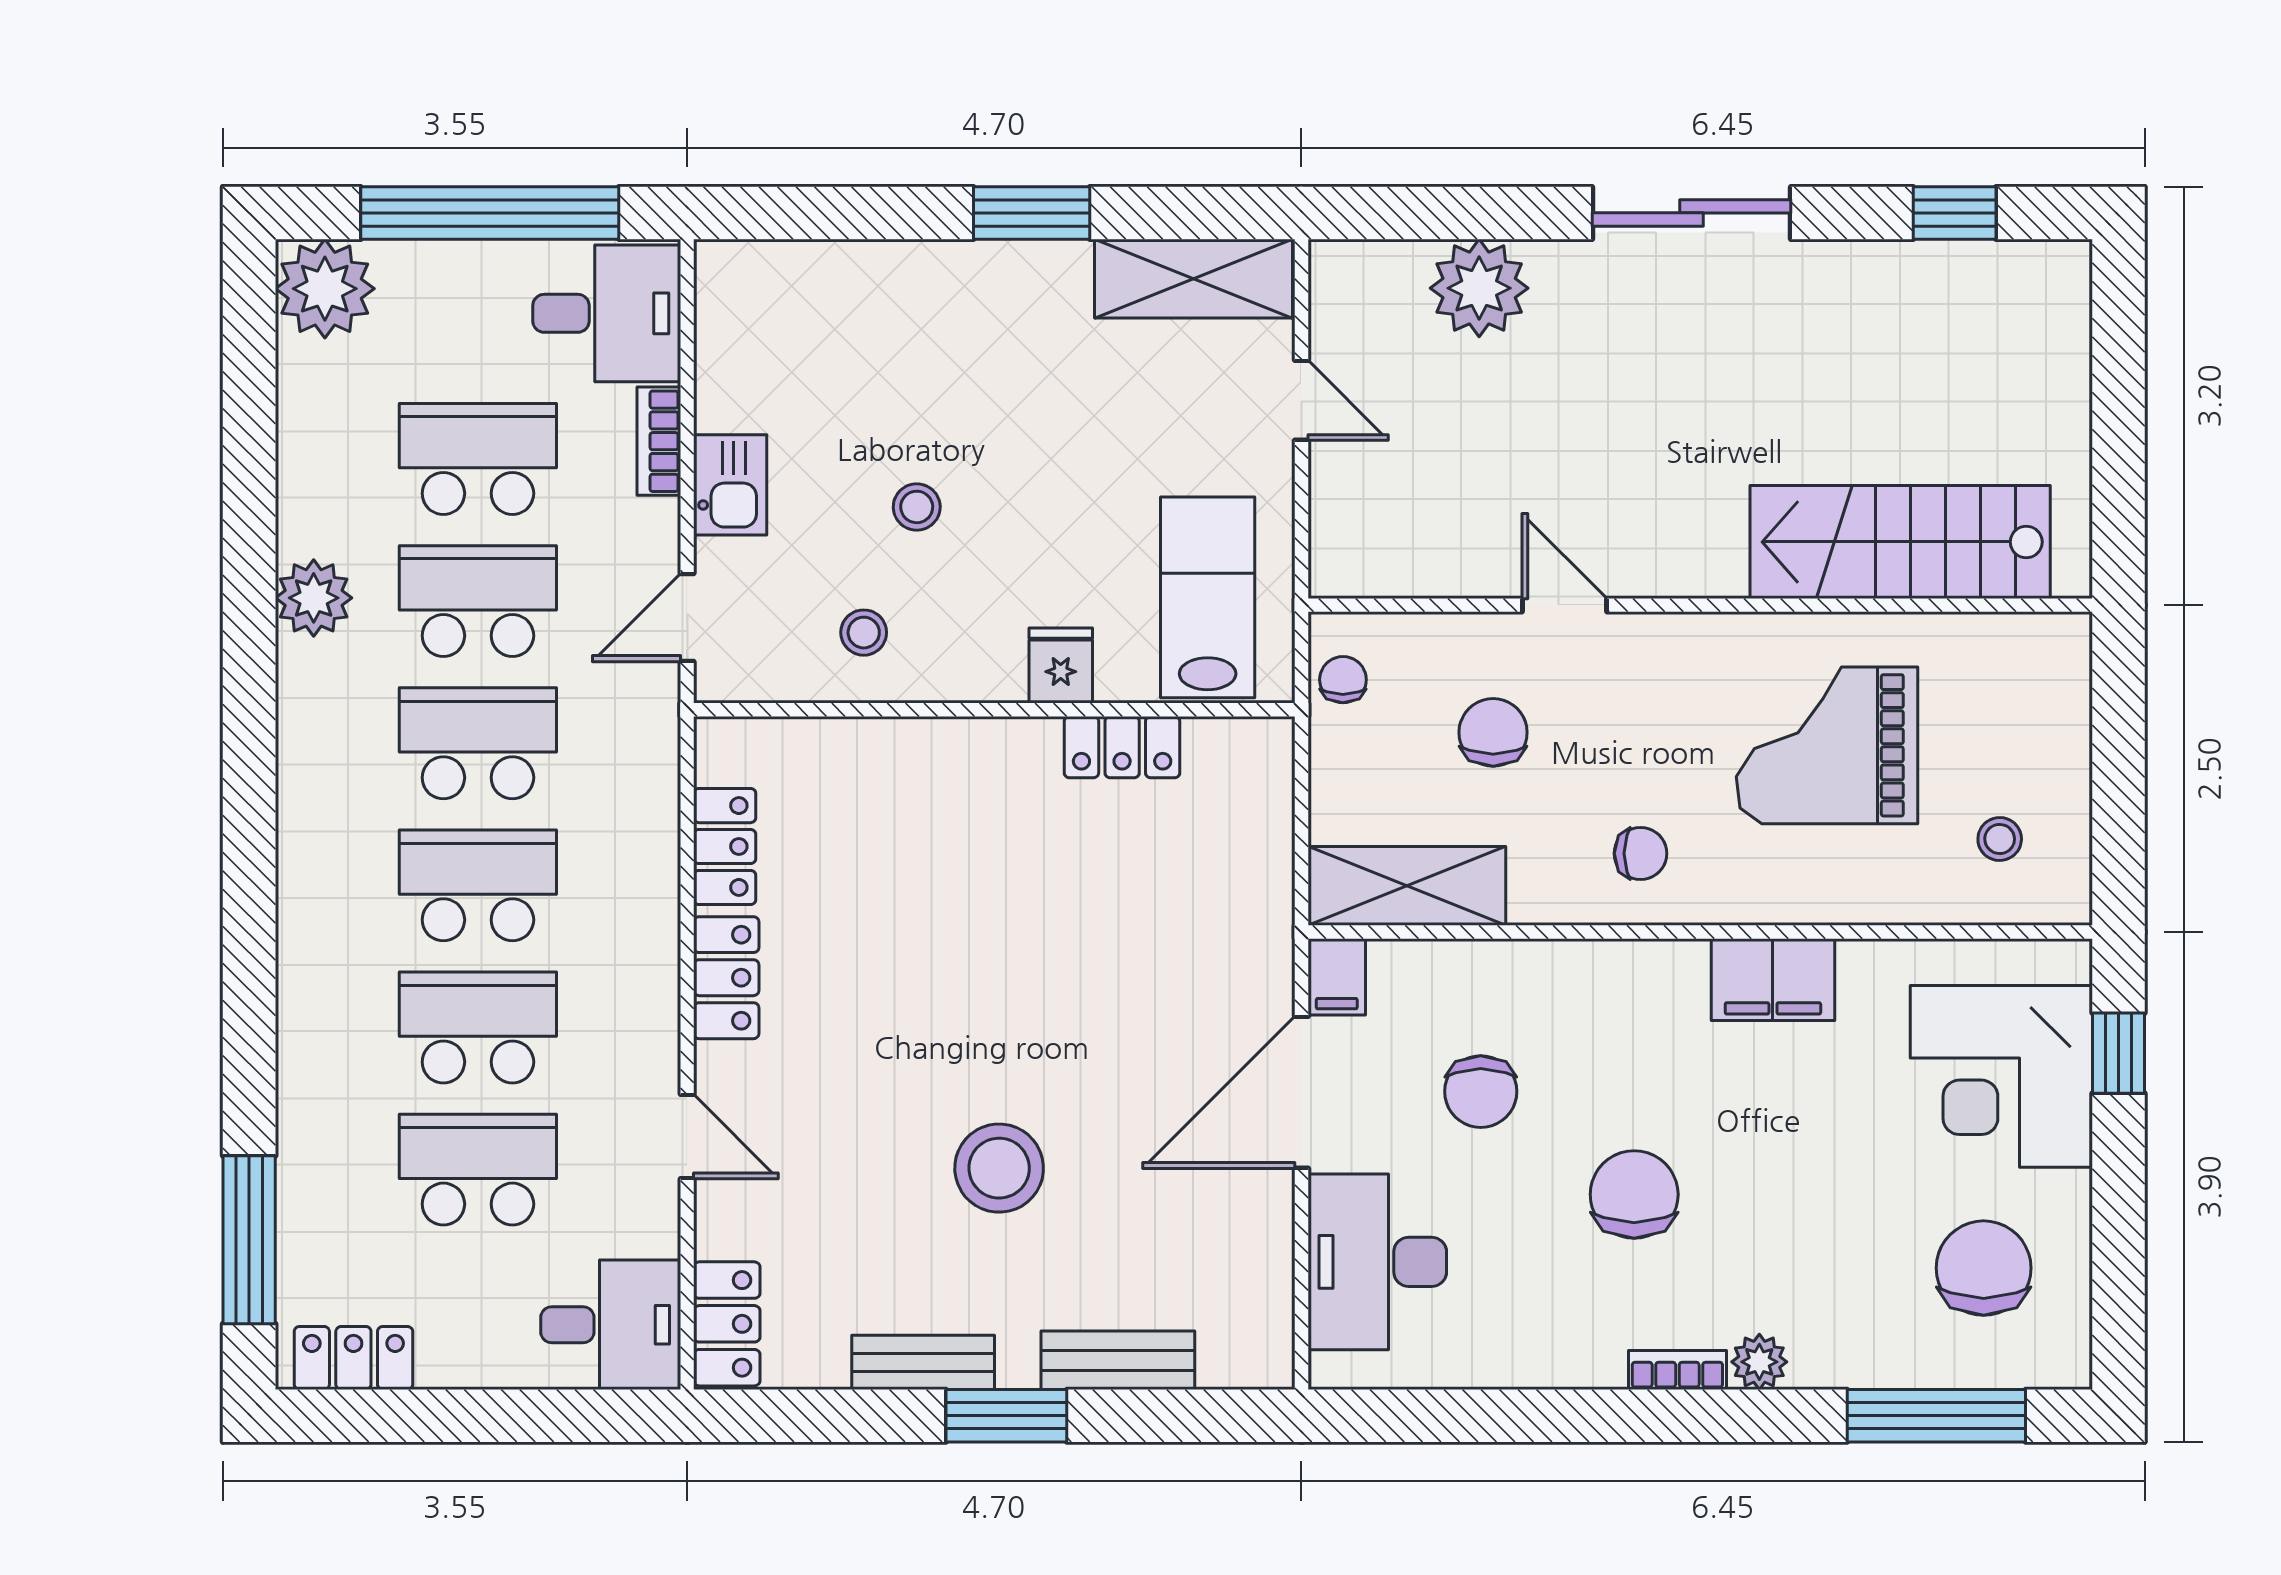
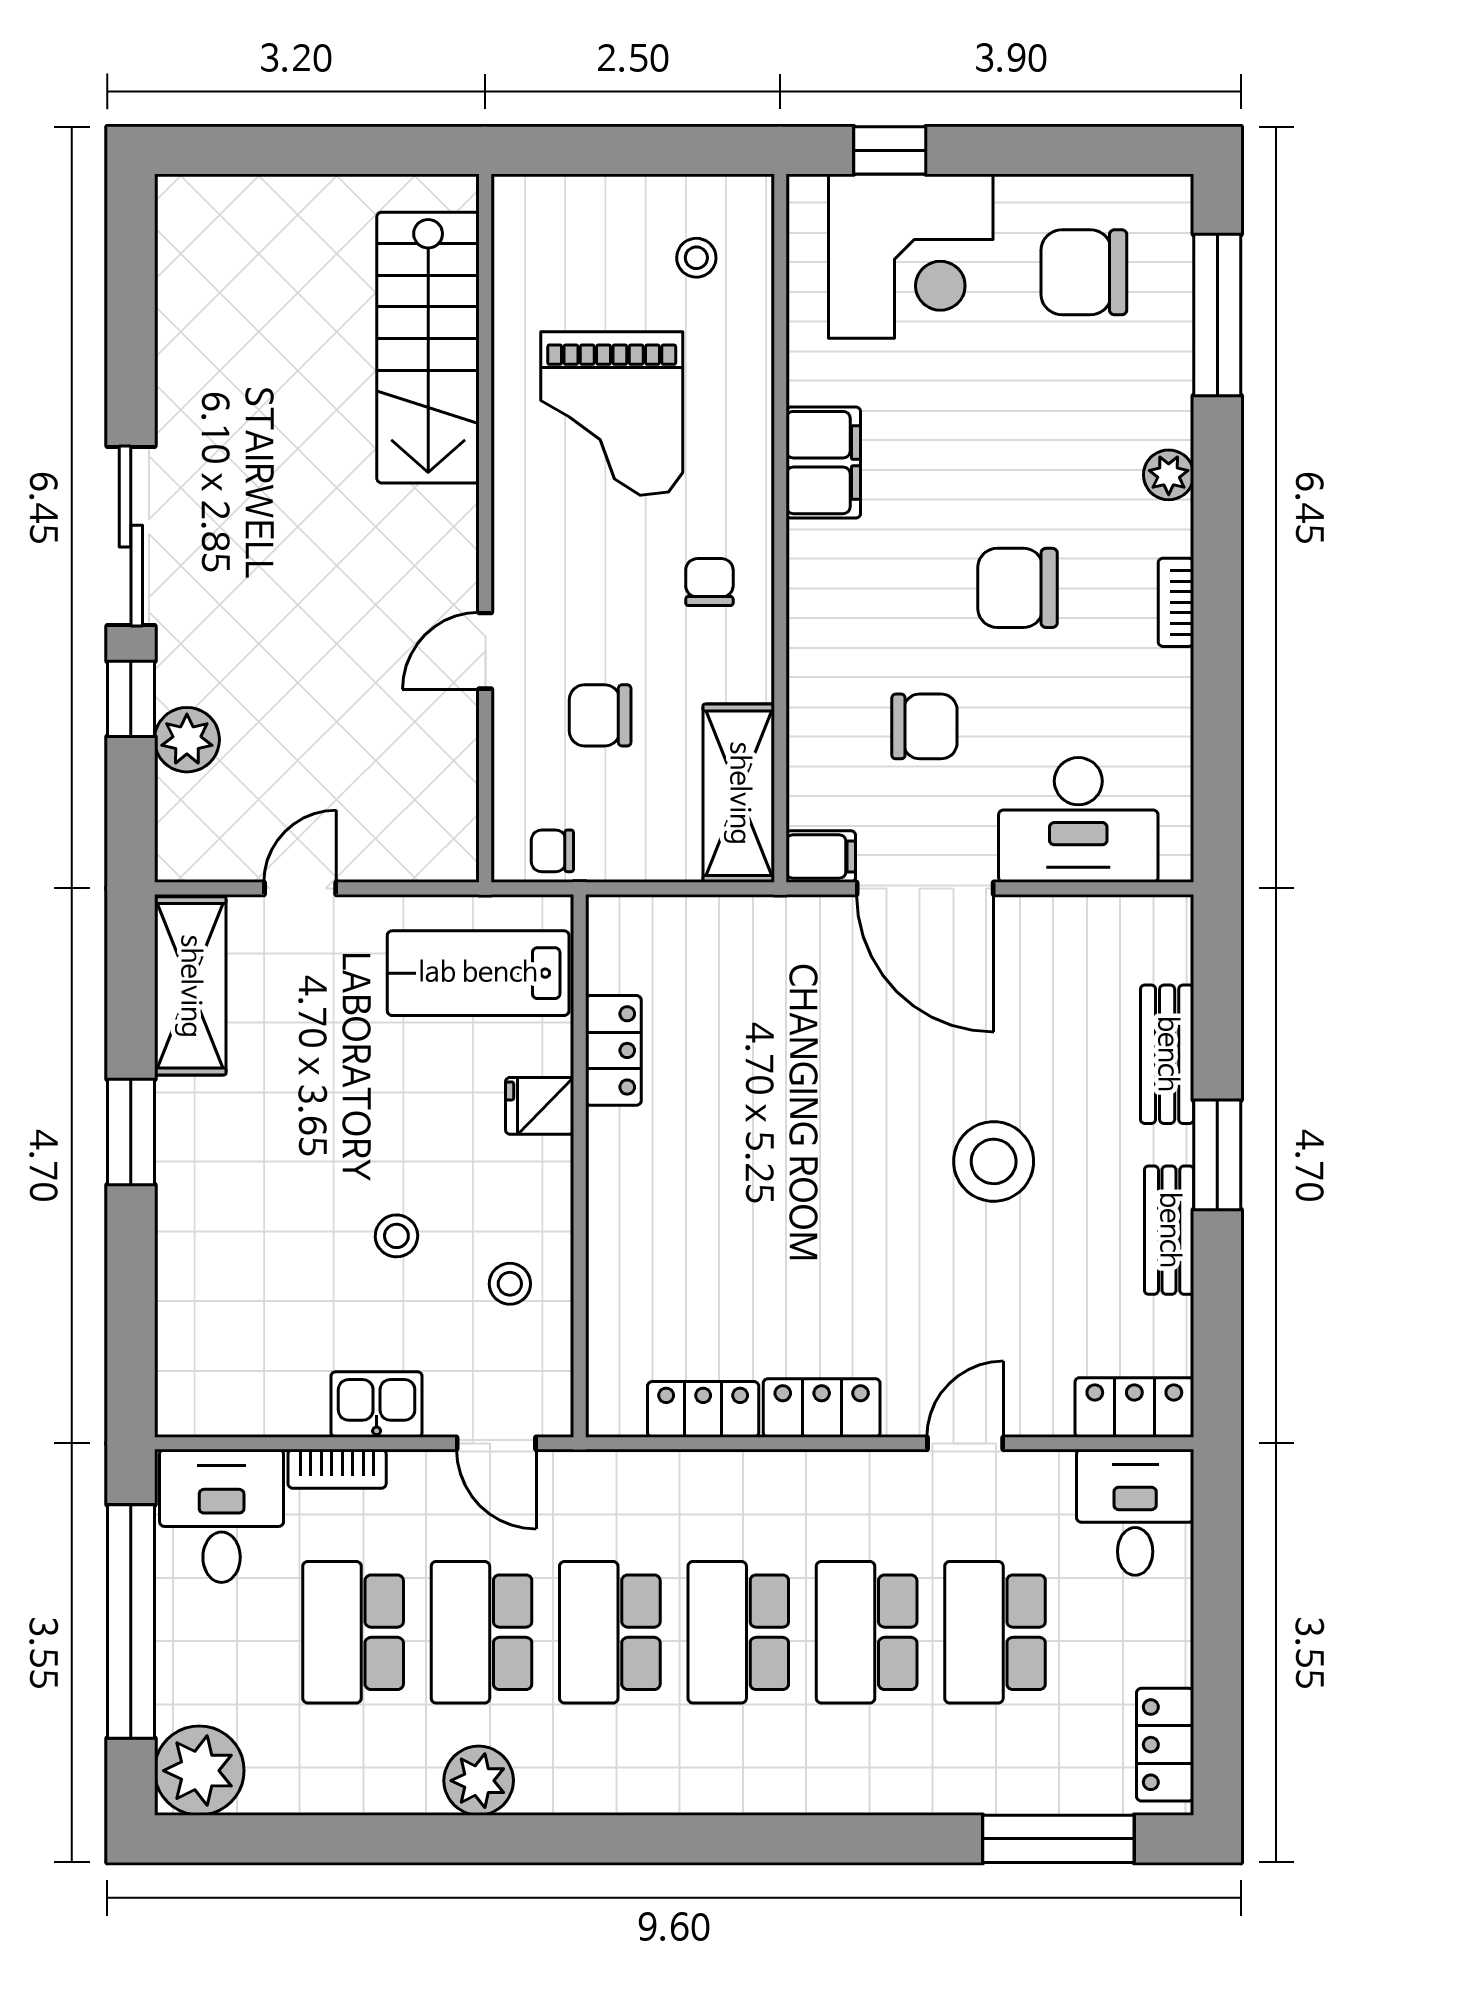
window: (1955, 213) -> (131, 699), moved
plant: (1479, 288) -> (187, 740), width x0.73, depth x0.73
bookcase: (1677, 1370) -> (1176, 602), moved

